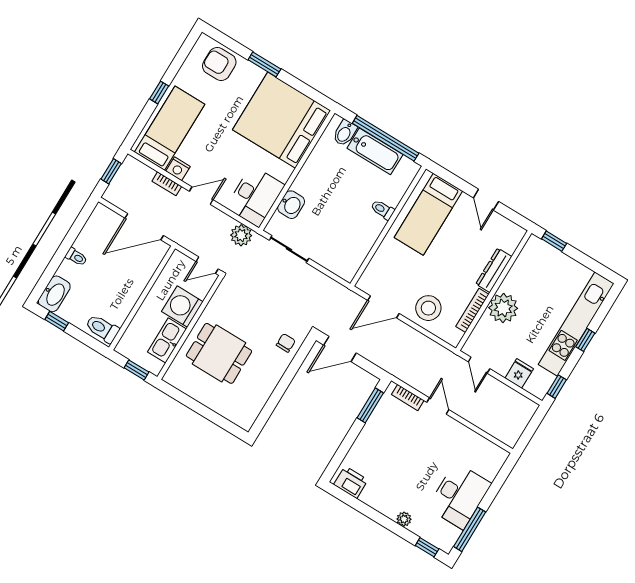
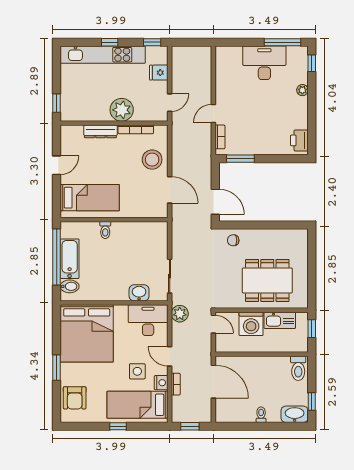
side table: (206, 150) -> (137, 371), added
dining table: (219, 353) -> (267, 280), width x1.37

